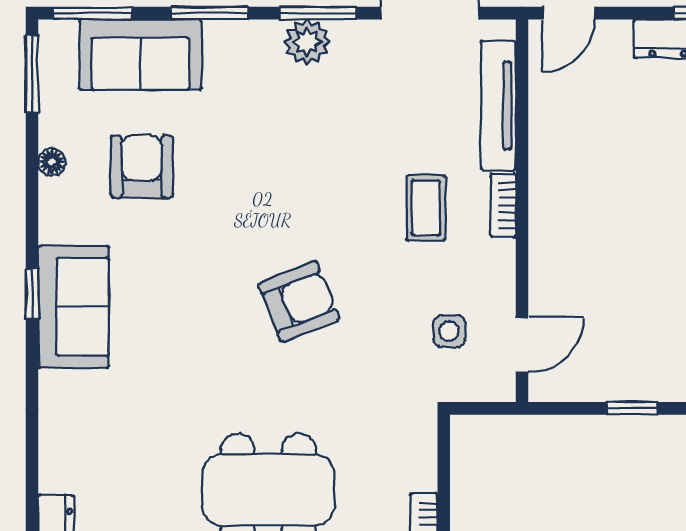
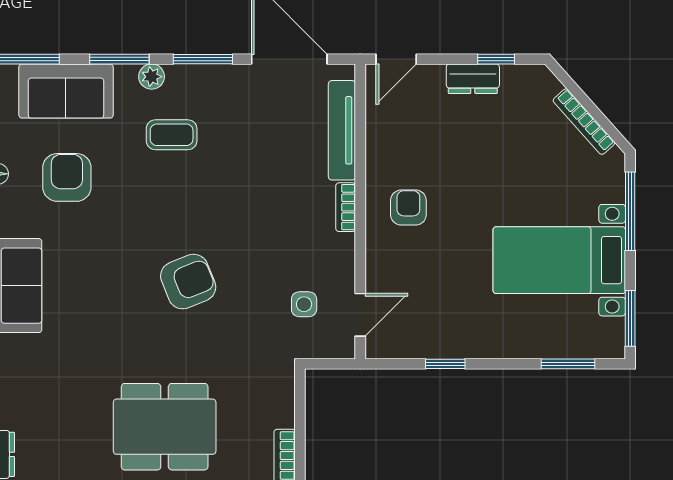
plant: (307, 42) -> (152, 77), moved, width x0.73, depth x0.73
armchair: (585, 206) -> (408, 208), added
coffee table: (426, 208) -> (172, 135), moved, turned 90

